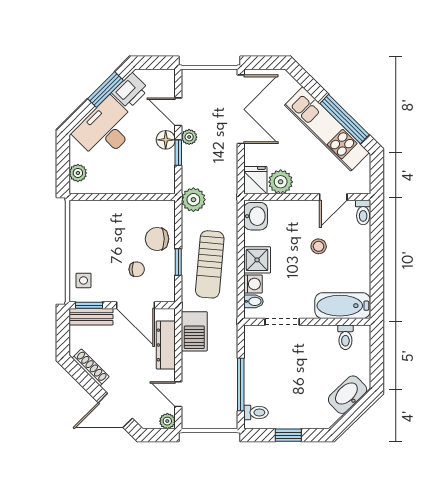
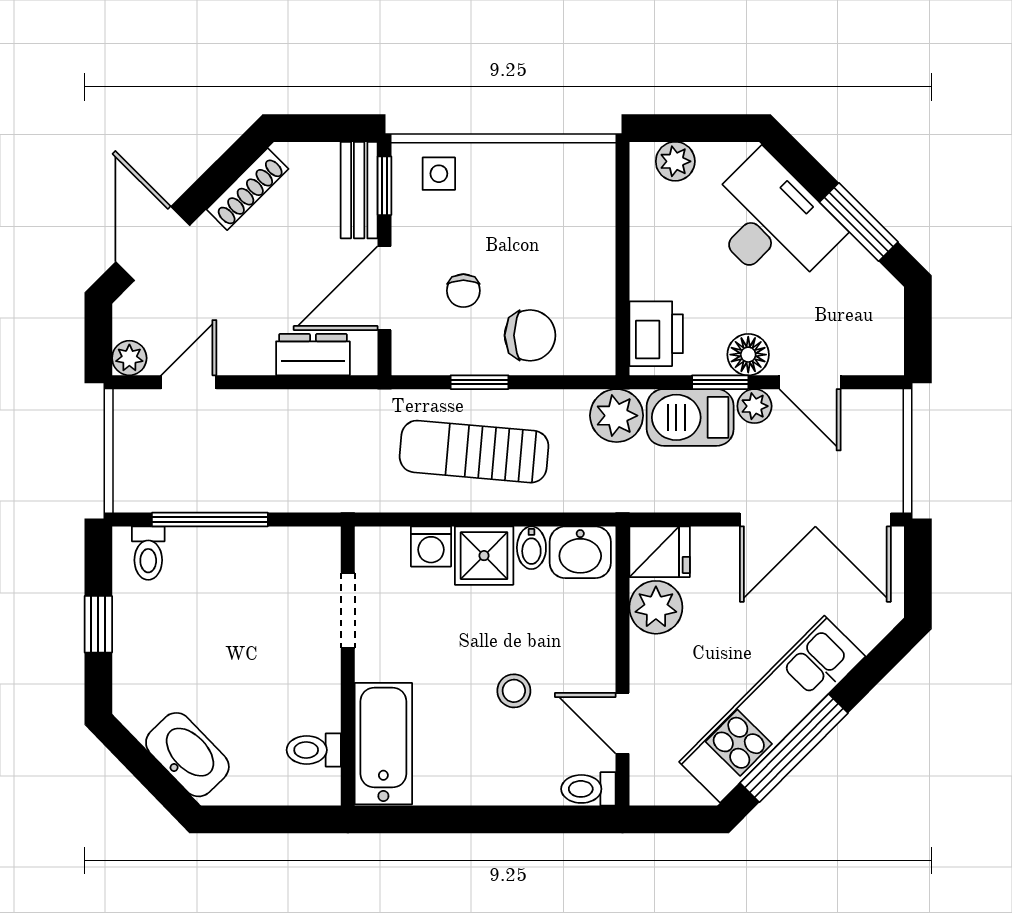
printer: (130, 91) -> (656, 334), moved, turned -135
door: (178, 112) -> (810, 382), swing flipped
chair: (157, 239) -> (530, 335), turned 90
bidet: (254, 301) -> (531, 548), moved
barbecue: (194, 331) -> (690, 417), moved
dresser: (166, 345) -> (313, 355), width x0.70

